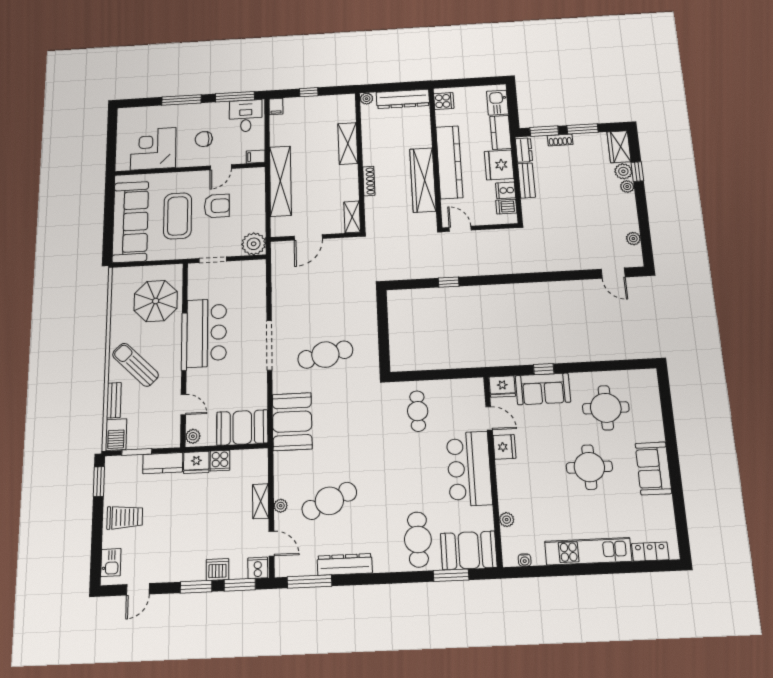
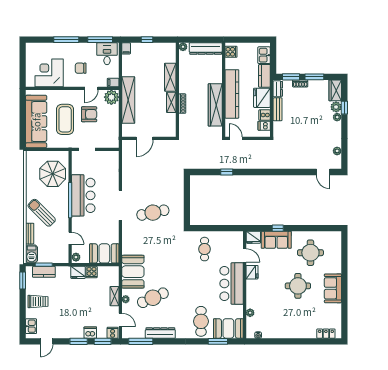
shelving: (352, 217) -> (171, 102), moved
plant: (254, 244) -> (111, 97), moved
booth: (292, 422) -> (133, 272), moved
kitchen counter: (163, 463) -> (44, 272), moved
kitchen unit: (588, 551) -> (293, 332), removed

